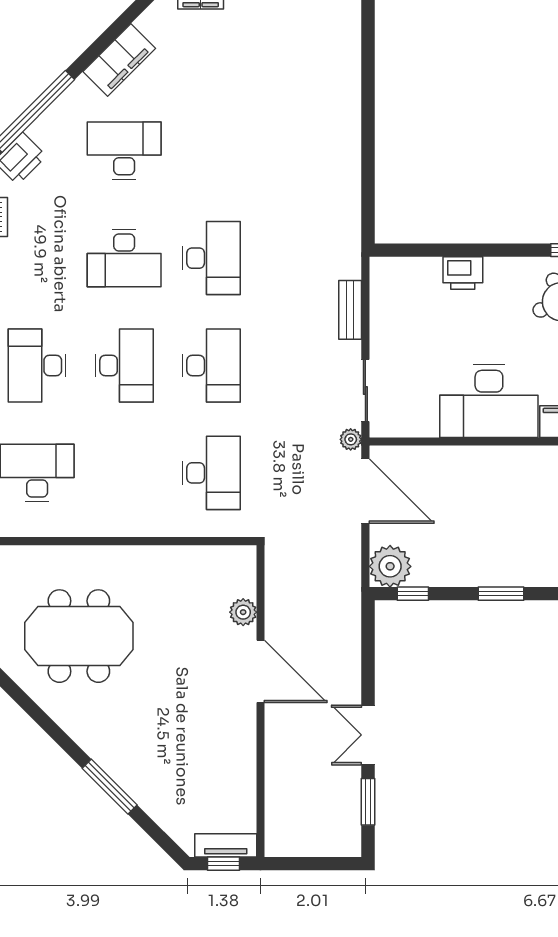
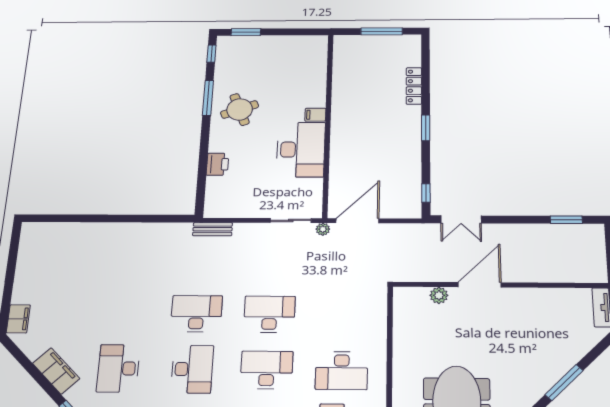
bench: (350, 310) -> (213, 229), moved
desk: (211, 473) -> (342, 371), moved, turned 180
plant: (390, 566) -> (408, 206), removed
window: (501, 594) -> (426, 128), moved
double door: (368, 735) -> (461, 219), moved

